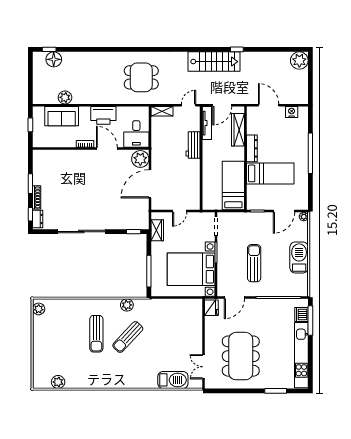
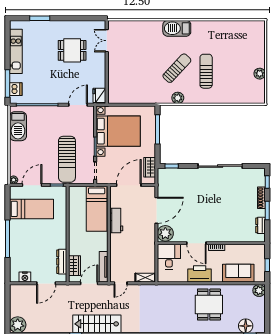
dining table: (141, 77) -> (209, 305), moved, turned 90
plant: (65, 97) -> (259, 290), moved
door: (269, 105) -> (46, 283), hinge flipped
wardrobe: (238, 130) -> (75, 266), width x0.67
workbench: (193, 145) -> (116, 221), moved
dresser: (252, 148) -> (62, 262), moved
bed: (270, 173) -> (31, 209), moved, turned 180
bed: (233, 186) -> (97, 209), moved
door: (180, 211) -> (129, 185), width x1.87
dresser: (38, 219) -> (261, 225), moved
barbecue: (299, 257) -> (18, 126), moved
sun lounger: (254, 263) -> (67, 159), moved, width x1.36, depth x1.34
plant: (39, 309) -> (260, 74), moved
kitchen unit: (301, 355) -> (16, 51), width x0.73
dining table: (241, 356) -> (72, 50), width x0.53, depth x0.80
double door: (203, 367) -> (107, 41), swing flipped
barbecue: (173, 380) -> (177, 28), moved
plant: (58, 382) -> (242, 26), removed

